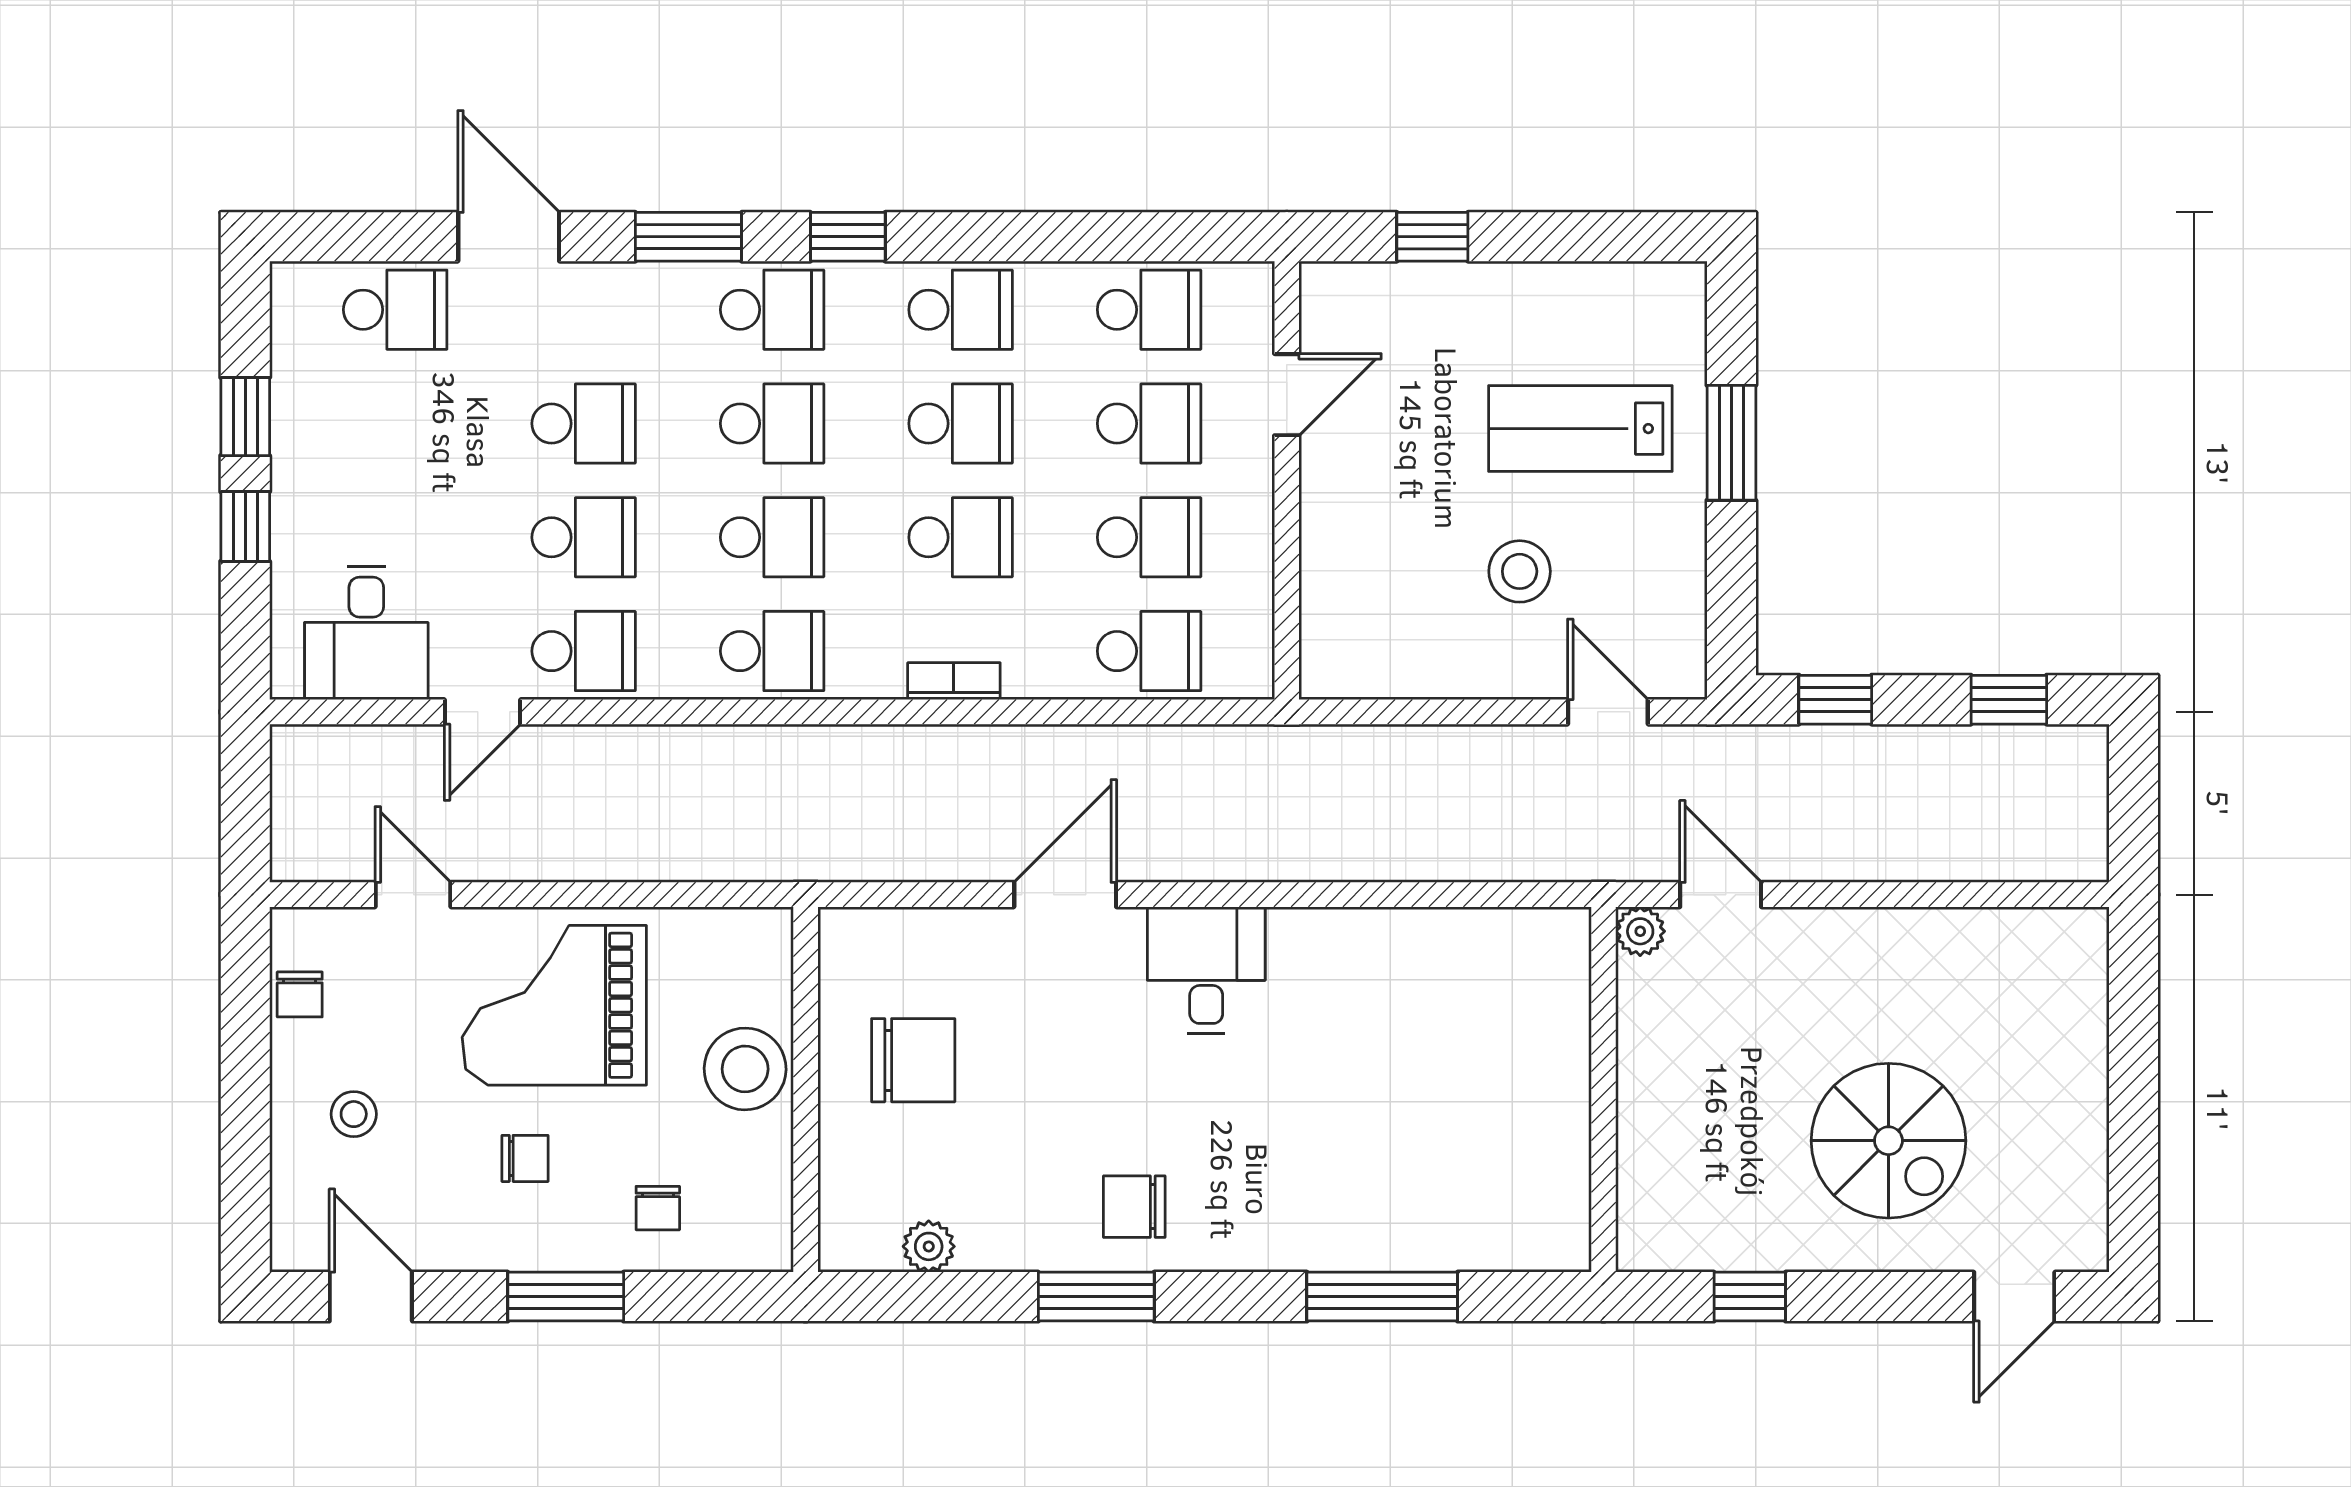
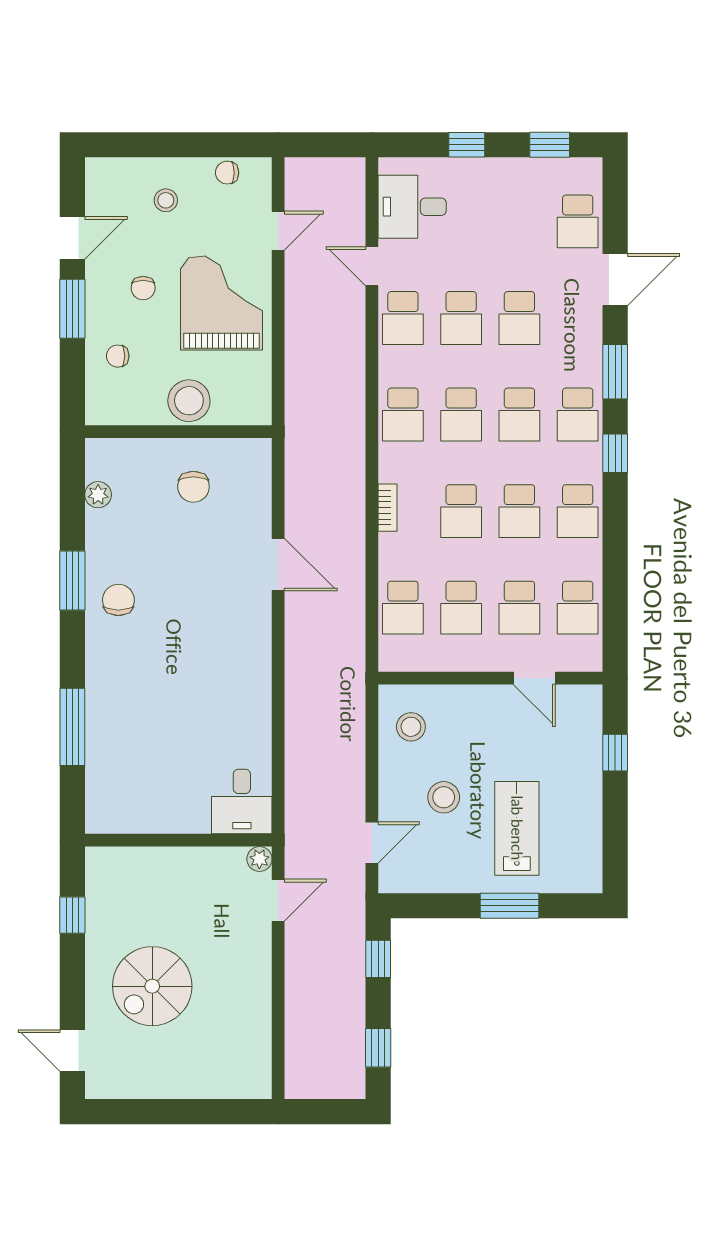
window: (245, 417) -> (550, 145), moved
stool: (1382, 635) -> (411, 727), added
desk: (1206, 970) -> (242, 802), moved, turned 90
chair: (913, 1060) -> (193, 487), width x0.73, depth x0.73
door: (371, 1297) -> (72, 238), moved

